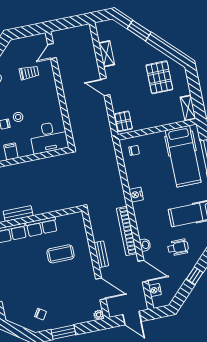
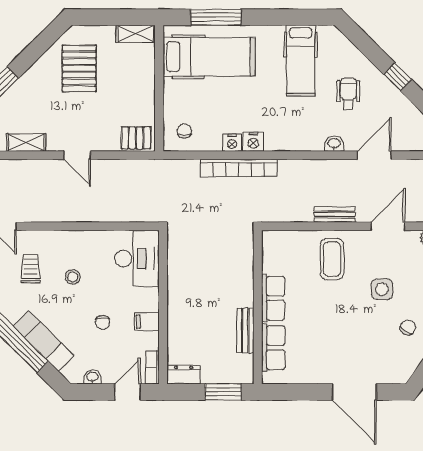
pallet: (159, 77) -> (79, 68), turned 90
door: (105, 87) -> (77, 155), hinge flipped
stool: (18, 117) -> (73, 277), moved
bookcase: (127, 231) -> (239, 168), moved
coffee table: (61, 254) -> (332, 259), moved
nightstand: (155, 290) -> (232, 143), moved
side table: (61, 293) -> (382, 289), added

